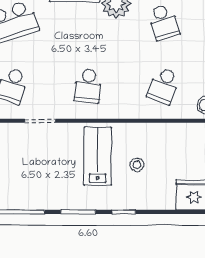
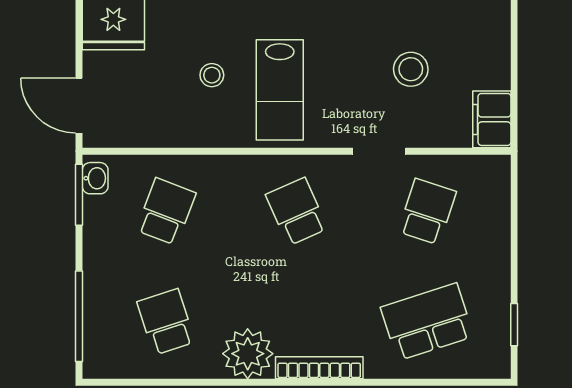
school desk: (88, 86) -> (297, 212), turned -30
stool: (22, 168) -> (411, 69), added

